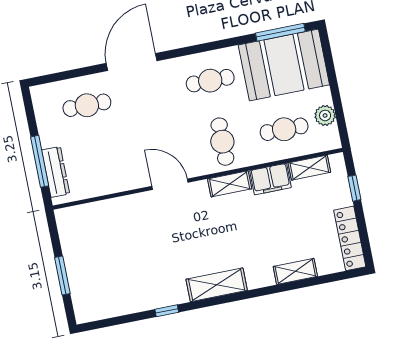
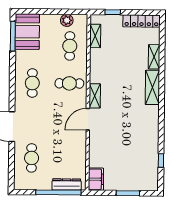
booth: (284, 65) -> (27, 32), width x0.73, depth x0.70
window: (40, 161) -> (58, 192), width x1.46
filing cabinet: (270, 179) -> (96, 179), moved
shelving: (230, 184) -> (95, 96), moved
shelving: (217, 285) -> (152, 87), moved
window: (167, 311) -> (161, 161), moved

